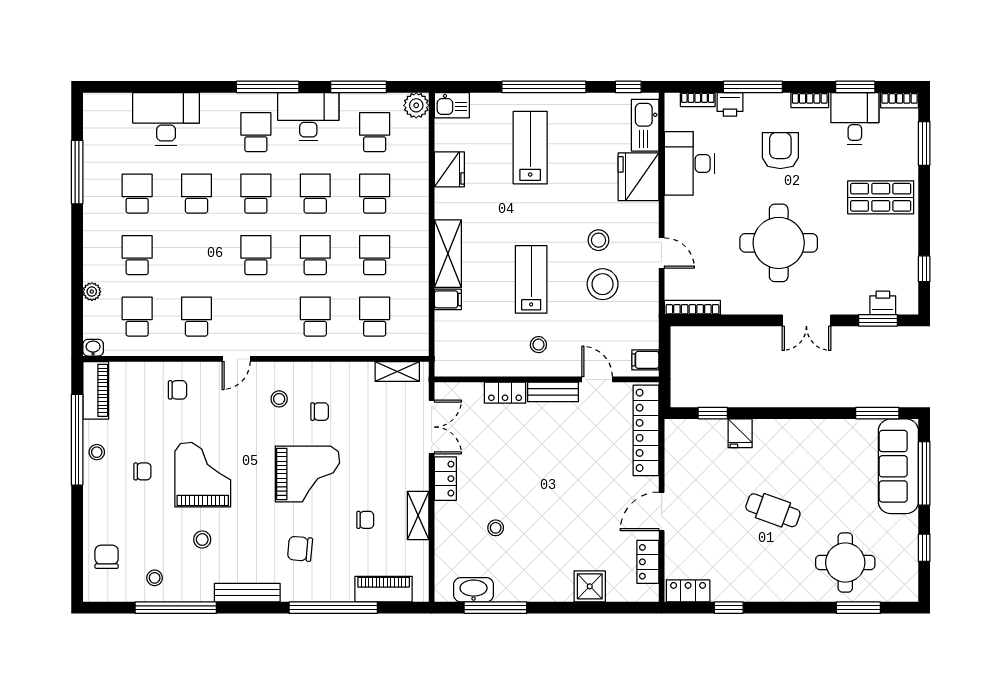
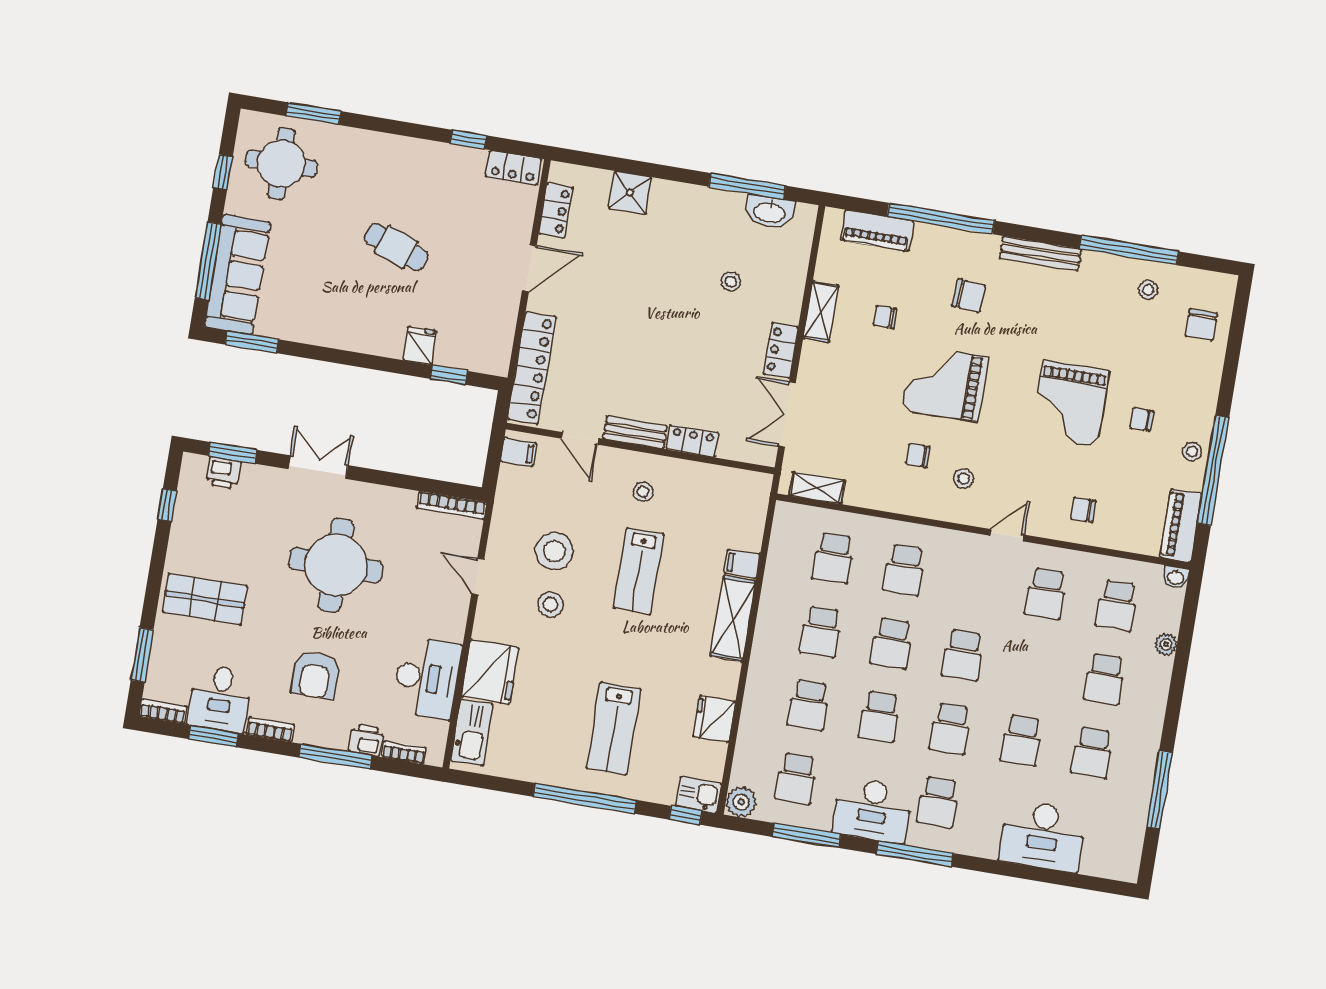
window: (628, 87) -> (686, 815), moved
stool: (202, 540) -> (1084, 326), removed
round table: (845, 563) -> (281, 163), moved

